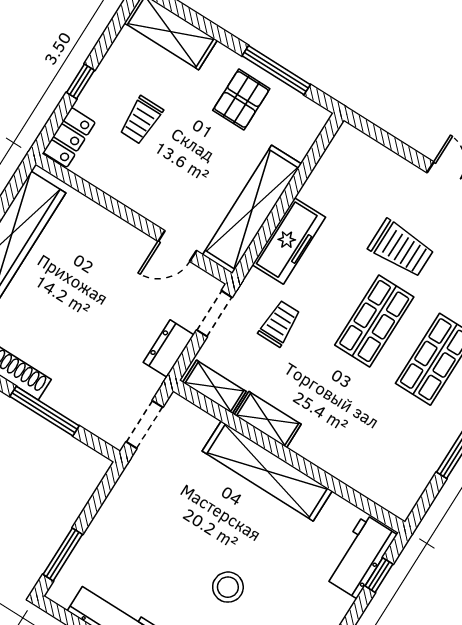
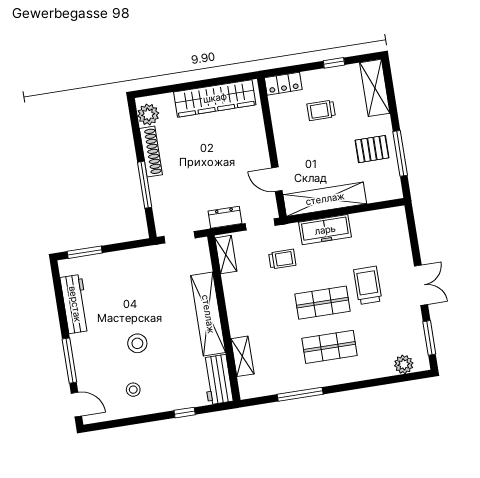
window: (80, 81) -> (334, 63), moved
trolley: (401, 248) -> (368, 285), turned 180
shelving: (268, 420) -> (242, 356), moved
workbench: (361, 556) -> (217, 380), moved, turned -90
window: (379, 575) -> (185, 413), moved

